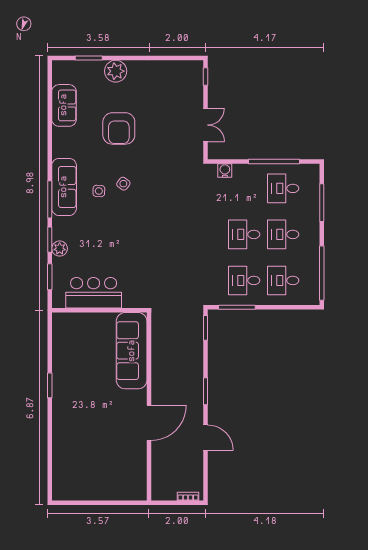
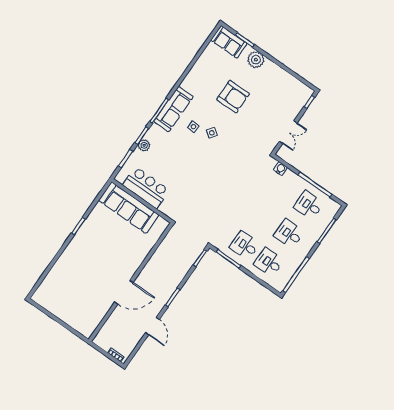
sofa: (64, 105) -> (229, 42), moved, turned 90
armchair: (119, 128) -> (233, 97), turned -90
desk: (244, 234) -> (265, 217), removed
sofa: (132, 351) -> (129, 208), moved, turned -90

